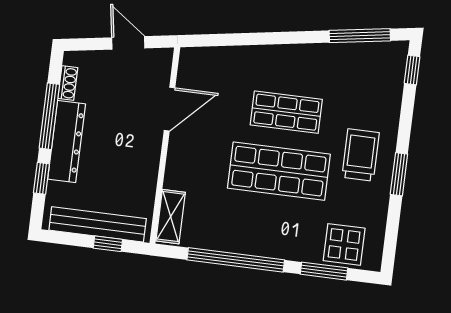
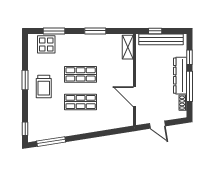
door: (169, 109) -> (135, 97), hinge flipped
shop shelf: (279, 171) -> (81, 74), width x0.70, depth x0.74
window: (236, 260) -> (95, 31), width x0.47

